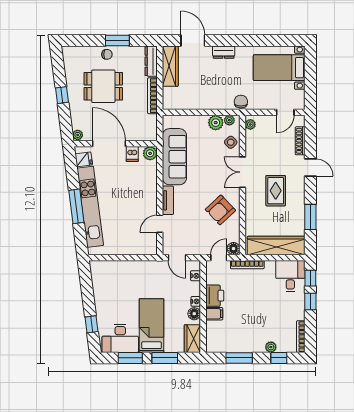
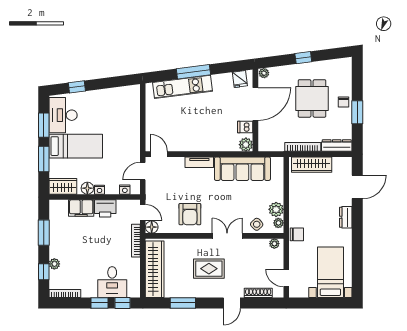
wardrobe: (170, 66) -> (312, 165), moved
kitchen unit: (90, 207) -> (183, 87), width x0.73
armchair: (220, 210) -> (190, 214), turned -137
door: (160, 224) -> (159, 154), moved
desk: (290, 276) -> (112, 282), moved, turned 90
filing cabinet: (214, 314) -> (81, 208), width x2.00

